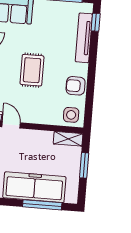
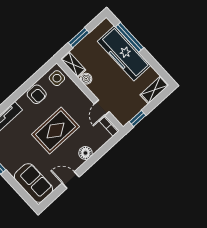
rug: (32, 70) -> (55, 131), width x1.36, depth x1.43
boiler: (46, 137) -> (86, 79), added

